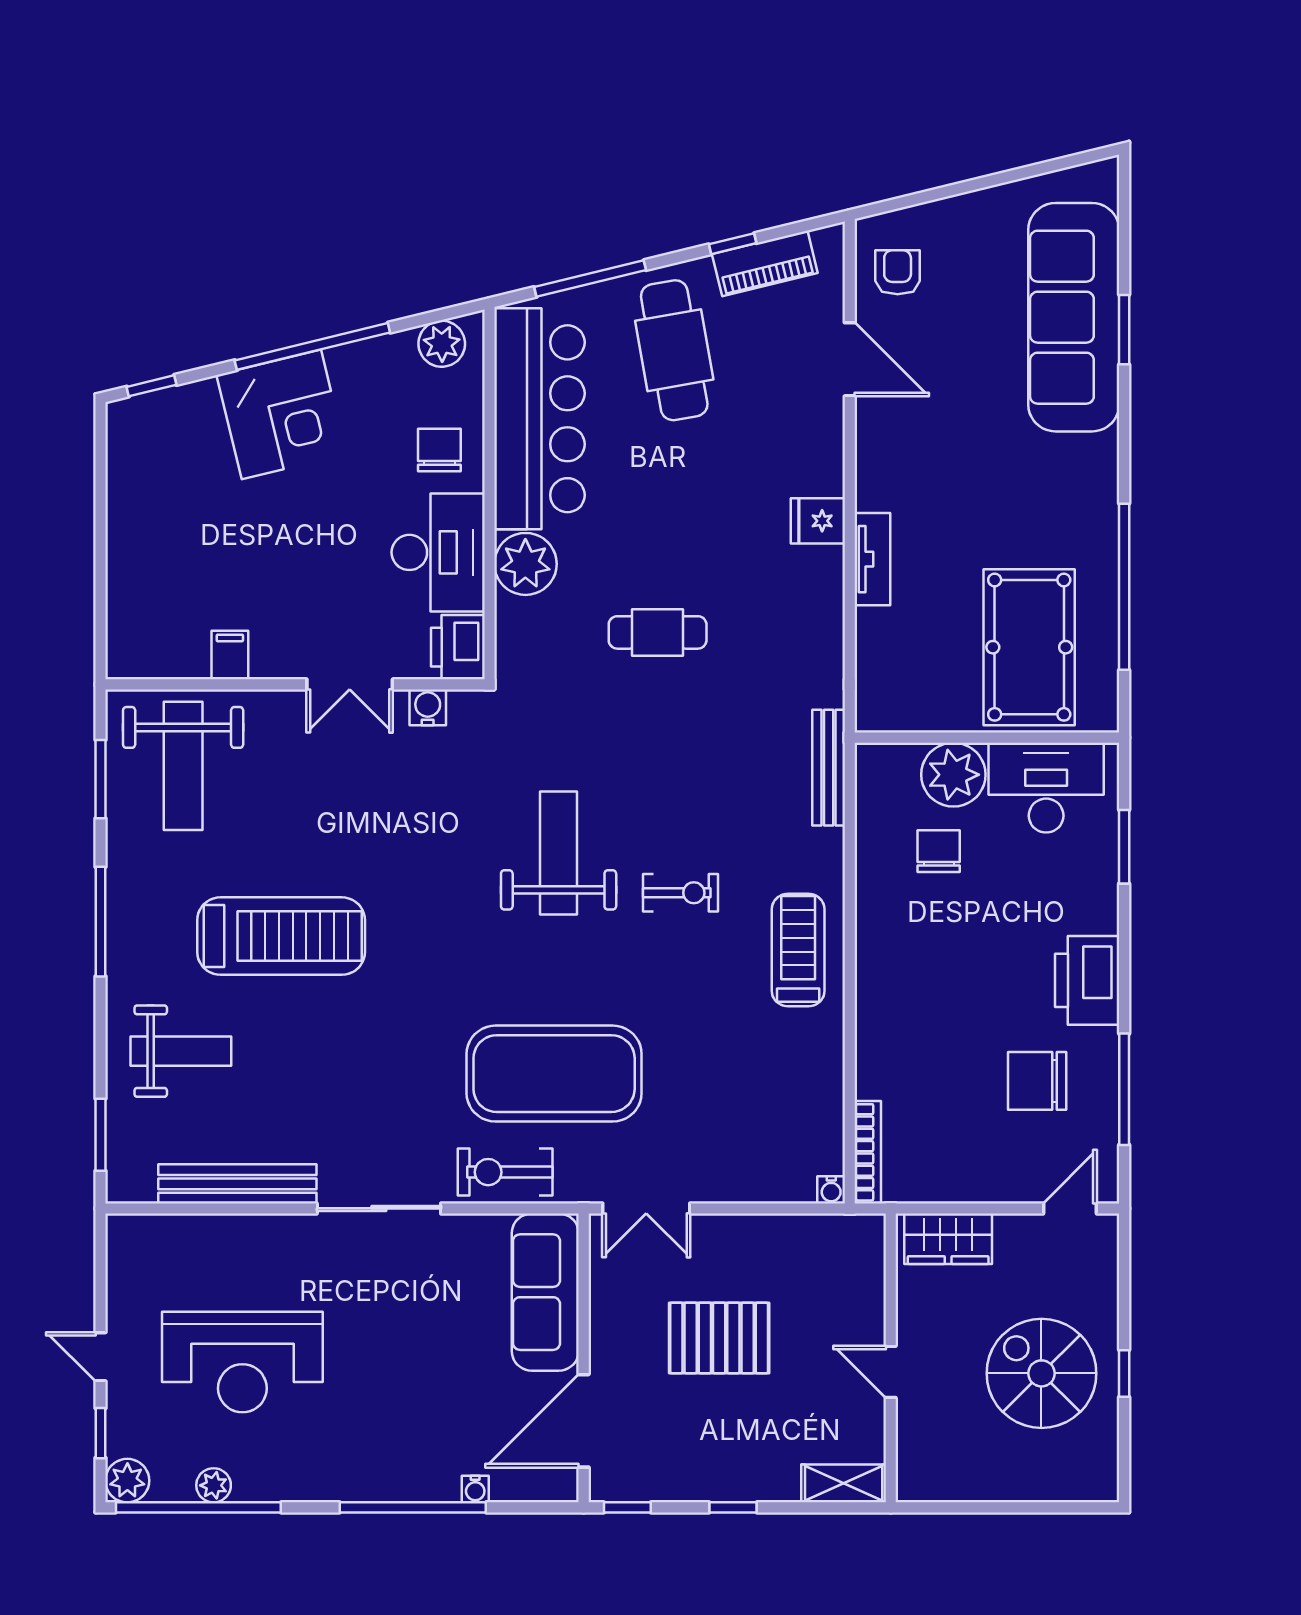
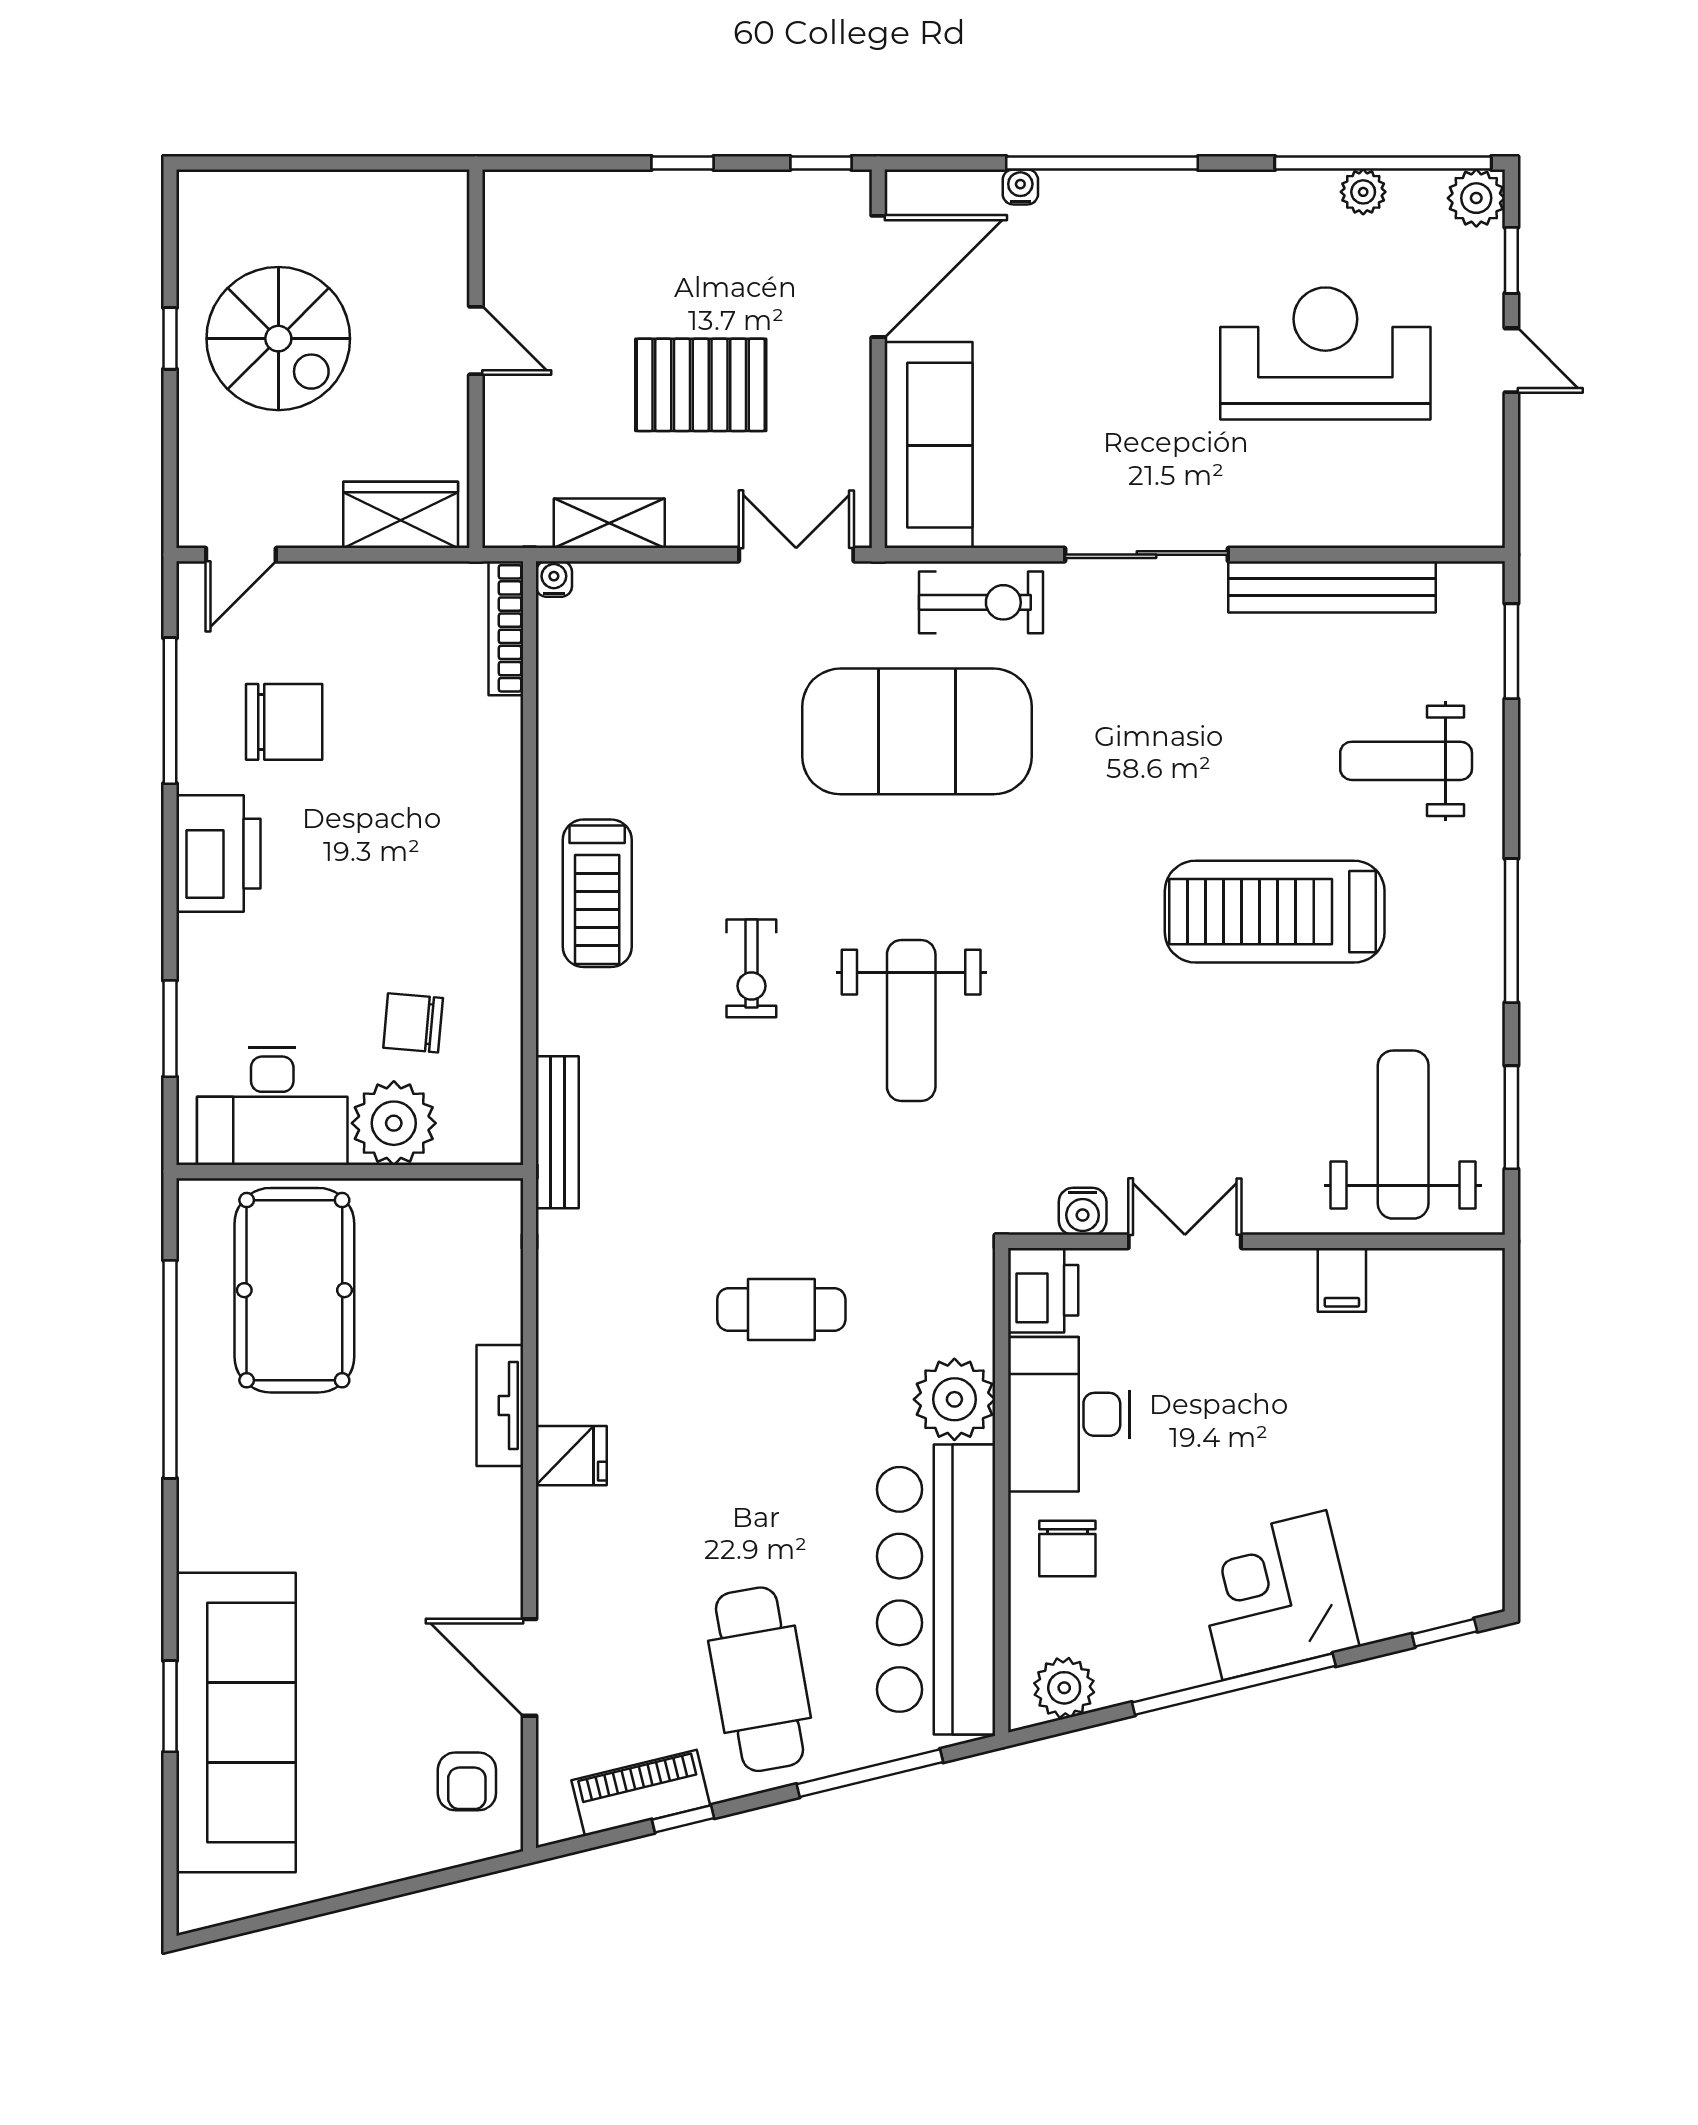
chair: (939, 851) -> (413, 1023), turned 95
exercise bike: (680, 893) -> (751, 968), turned -90
shelving: (844, 1483) -> (609, 523), moved

